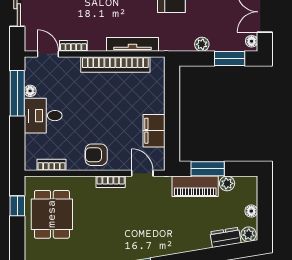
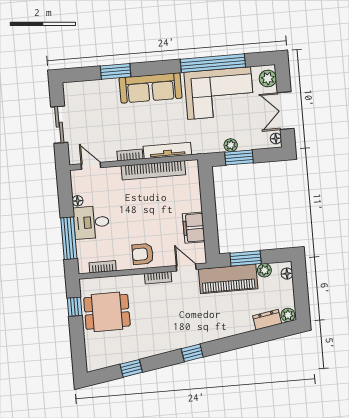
bookcase: (73, 46) -> (130, 155), moved
window: (230, 58) -> (239, 157), moved
window: (17, 93) -> (69, 238), moved
piano: (195, 186) -> (228, 279), width x1.37, depth x1.33
floor lamp: (251, 211) -> (287, 274), moved
dining table: (52, 214) -> (107, 312), turned 90

